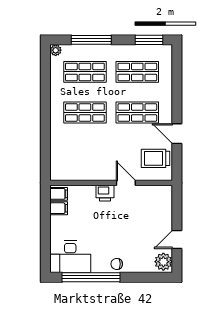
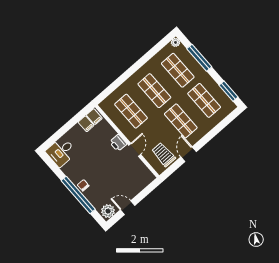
shop shelf: (85, 153) -> (131, 111), added
desk: (70, 257) -> (61, 152), width x0.73
window: (91, 277) -> (78, 195), moved

